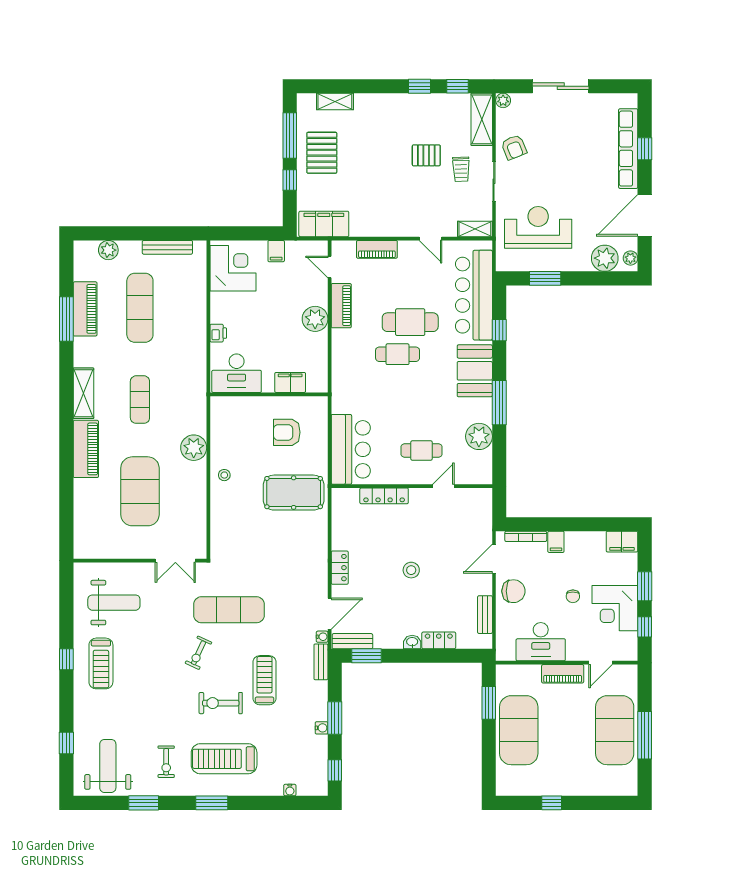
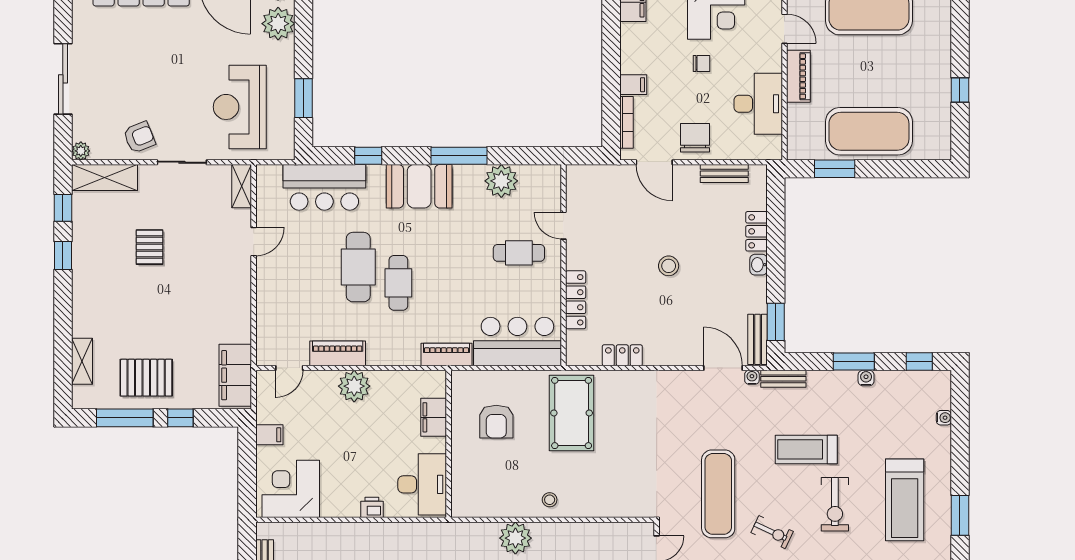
trolley: (461, 169) -> (167, 203), removed
piano: (377, 249) -> (446, 355), moved, turned -90
bar counter: (474, 295) -> (324, 187), width x0.73
cafe table: (422, 450) -> (519, 253), turned 90
locker: (340, 568) -> (622, 355), moved

